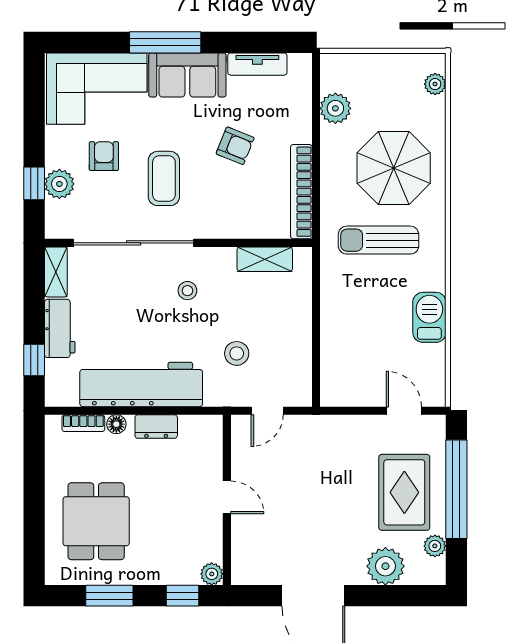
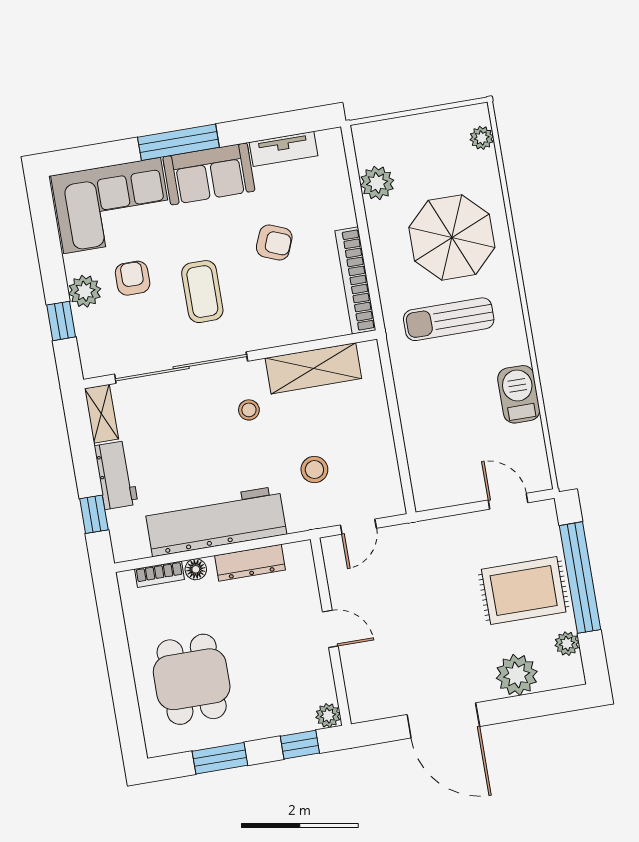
plant: (59, 184) -> (85, 291), moved
shelving: (265, 259) -> (313, 368), width x1.50, depth x1.33
dresser: (156, 427) -> (250, 563), width x1.44
rug: (404, 492) -> (524, 591), turned 90

